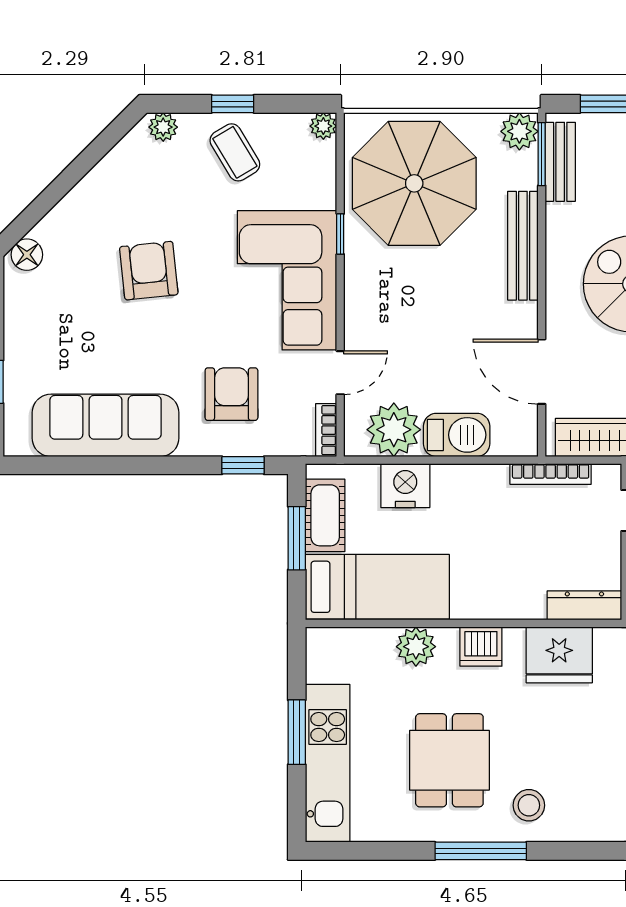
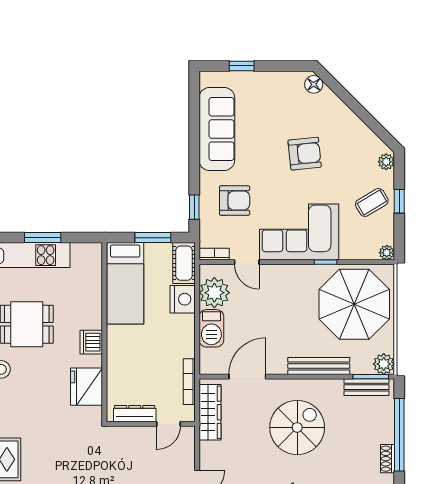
cot: (325, 515) -> (184, 263), moved, turned 90
dresser: (584, 605) -> (135, 414), moved, turned -90
plant: (416, 647) -> (91, 305), removed

